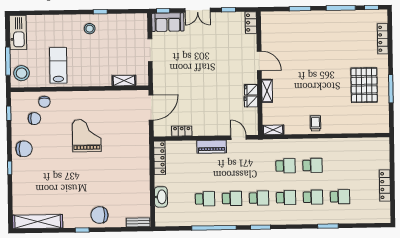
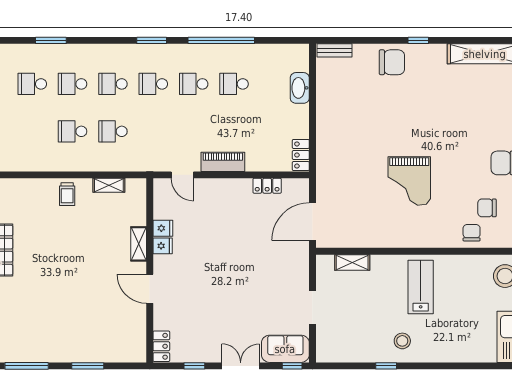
lab bench: (58, 65) -> (421, 287), moved, turned 180
shelving: (273, 130) -> (109, 185), moved
locker: (160, 158) -> (301, 155), width x0.66

